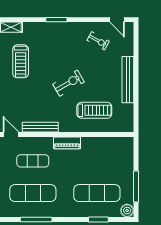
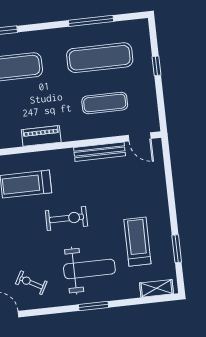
weight bench: (56, 46) -> (89, 269), added
exercise bike: (69, 83) -> (66, 218), turned -150
piano: (67, 143) -> (41, 136), moved

